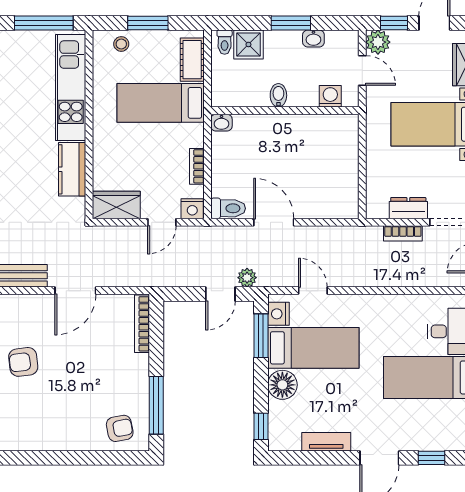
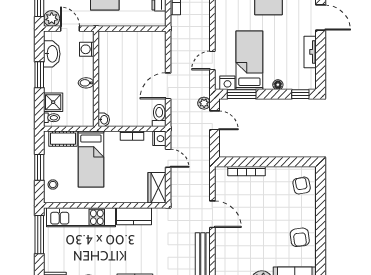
washbasin: (313, 38) -> (52, 54), width x1.91, depth x1.45
door: (362, 70) -> (70, 29), hinge flipped
bookcase: (142, 324) -> (246, 171), moved
armchair: (23, 362) -> (300, 237), moved
floor lamp: (282, 385) -> (278, 85), width x0.53, depth x0.53
window: (156, 405) -> (287, 162), removed

